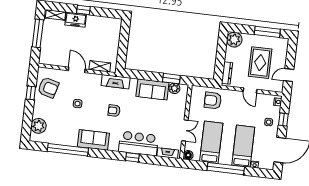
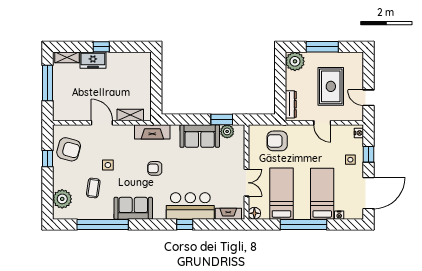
window: (267, 32) -> (322, 47), moved
door: (289, 75) -> (369, 98), hinge flipped
coffee table: (64, 120) -> (93, 188), added

